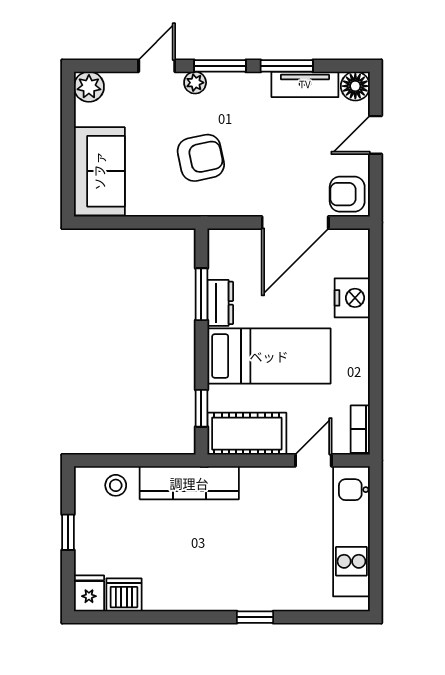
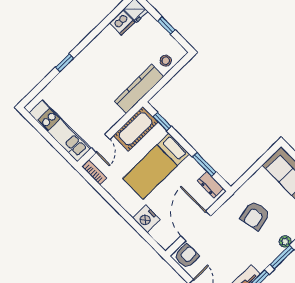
dresser: (220, 303) -> (210, 185), moved

